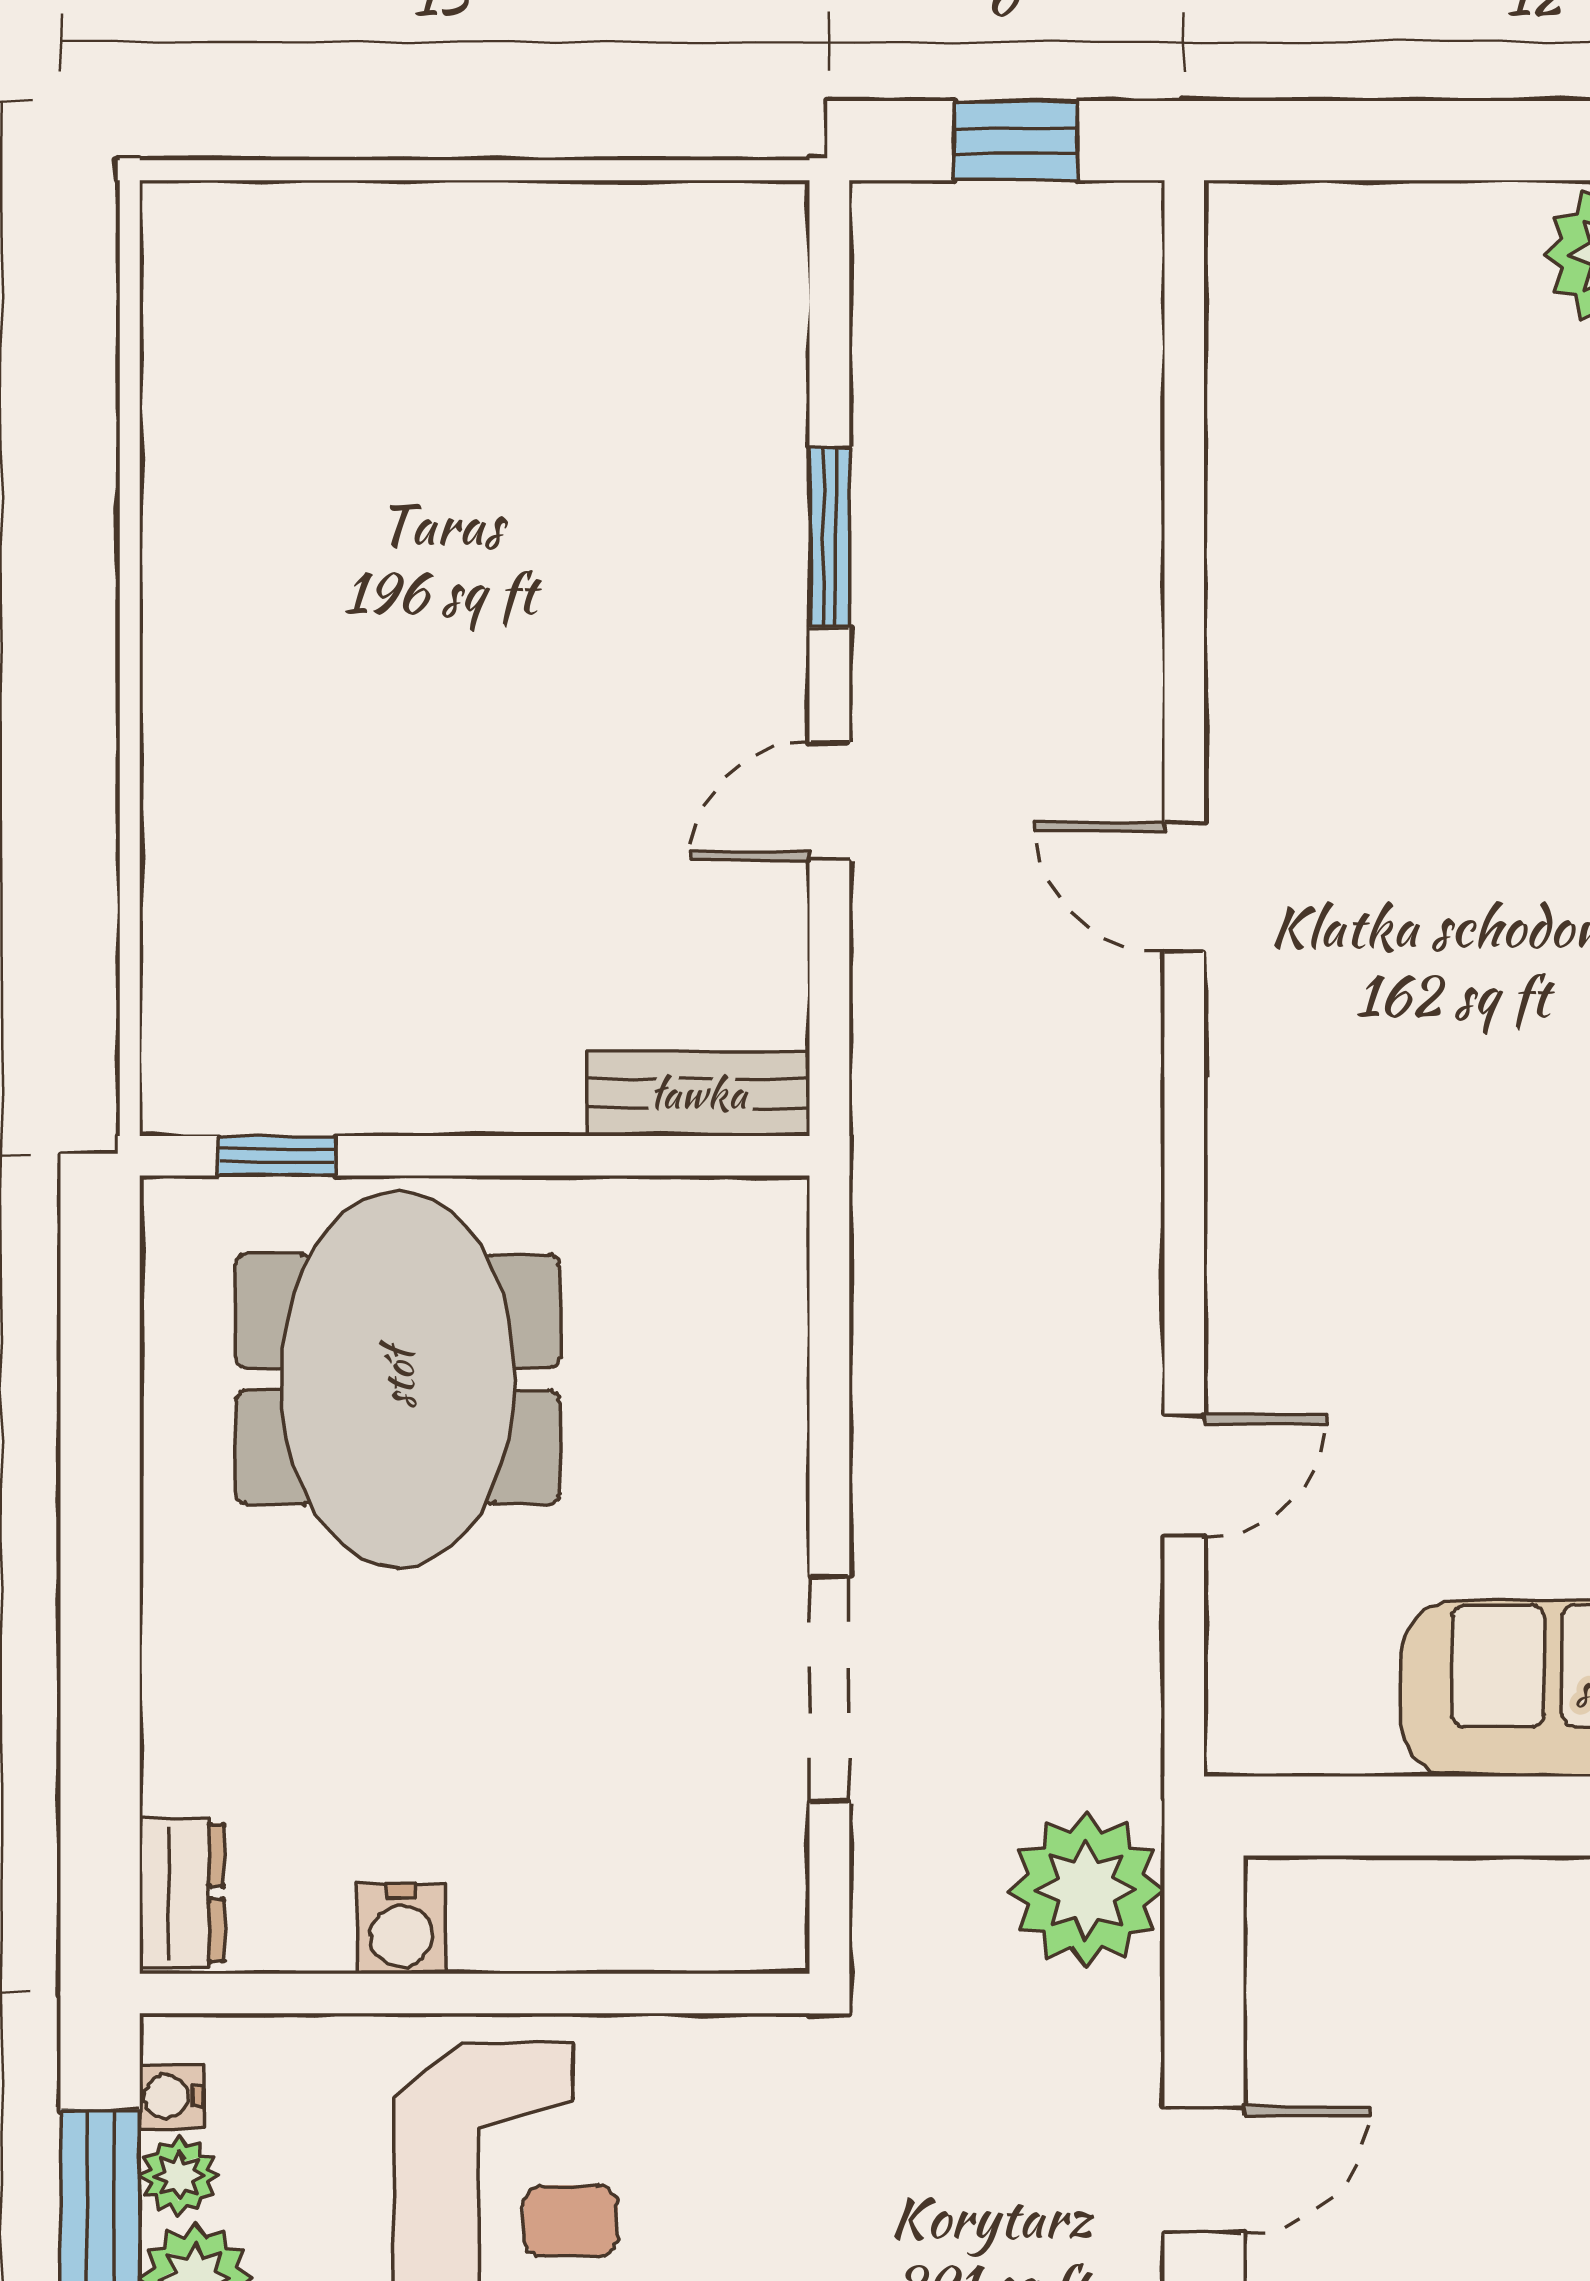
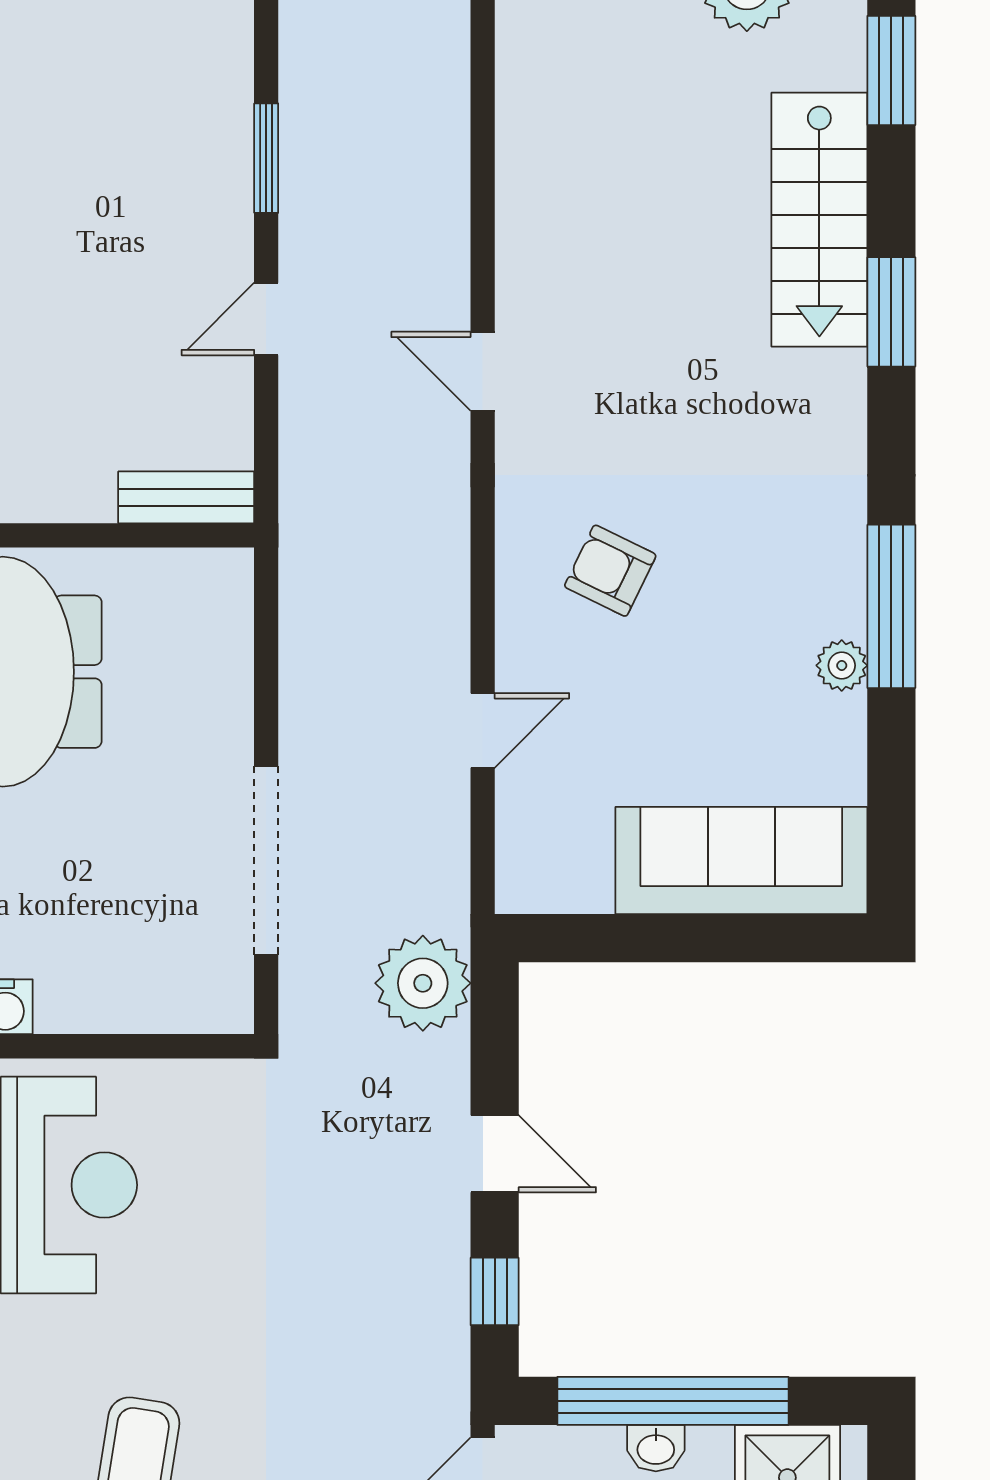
armchair: (1394, 1214) -> (610, 571), added
doorway: (829, 1689) -> (266, 861), width x1.36
door: (1204, 2170) -> (495, 1154), hinge flipped

